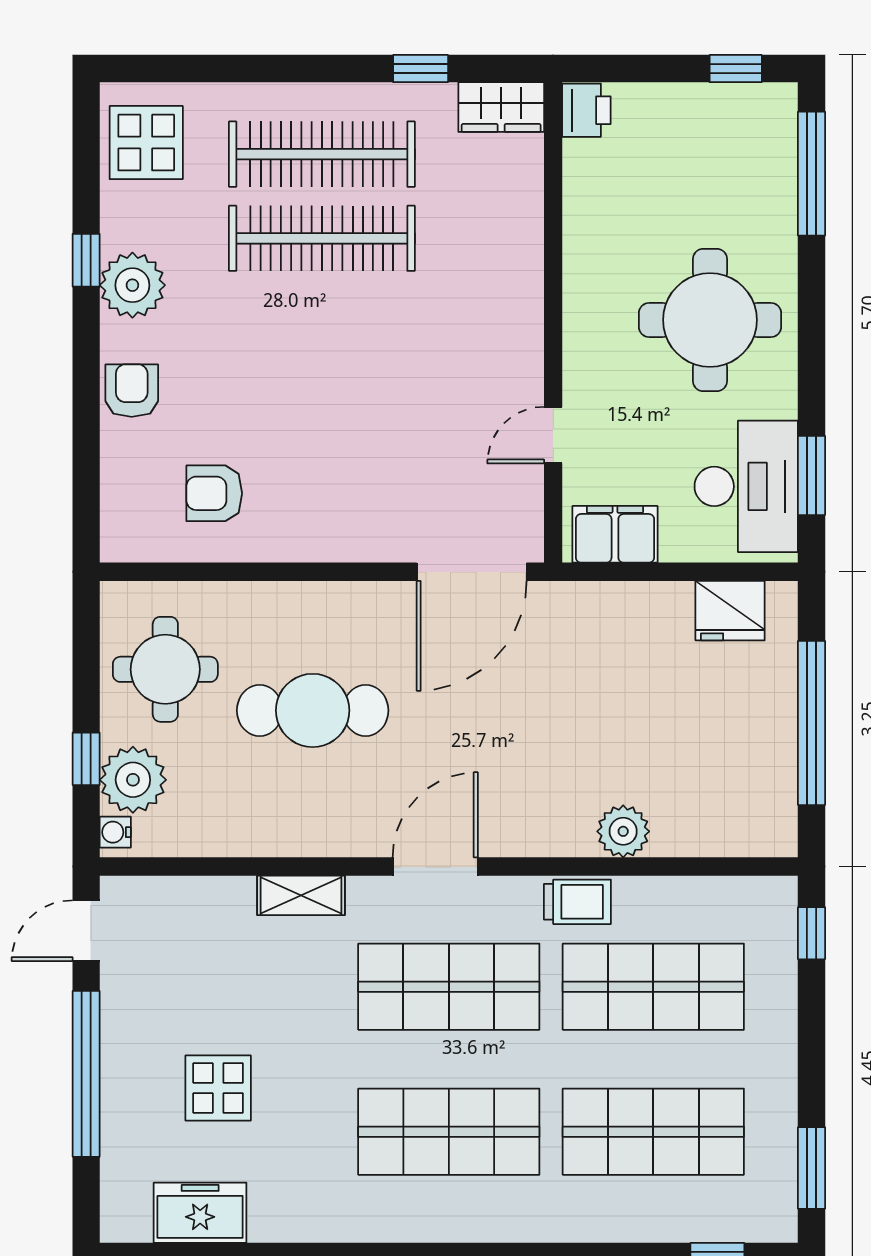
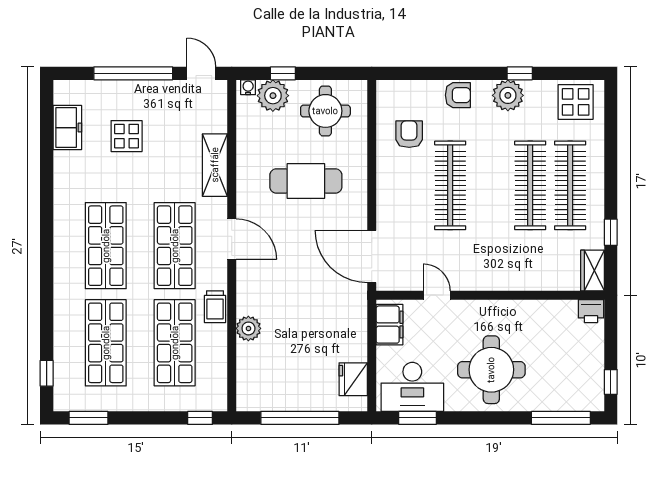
clothes rail: (322, 407) -> (450, 185), added
cafe table: (313, 710) -> (306, 181), turned 90
shelving: (301, 895) -> (215, 165), width x1.50, depth x1.33

